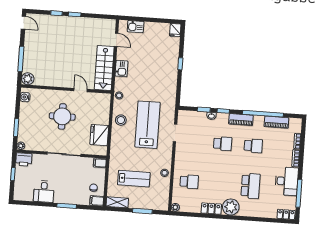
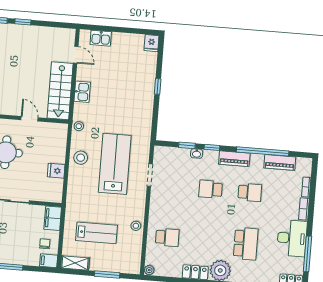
fridge: (99, 135) -> (56, 171), width x0.53, depth x0.75
school desk: (223, 144) -> (211, 189), turned 180
filing cabinet: (100, 163) -> (53, 218), width x2.00

